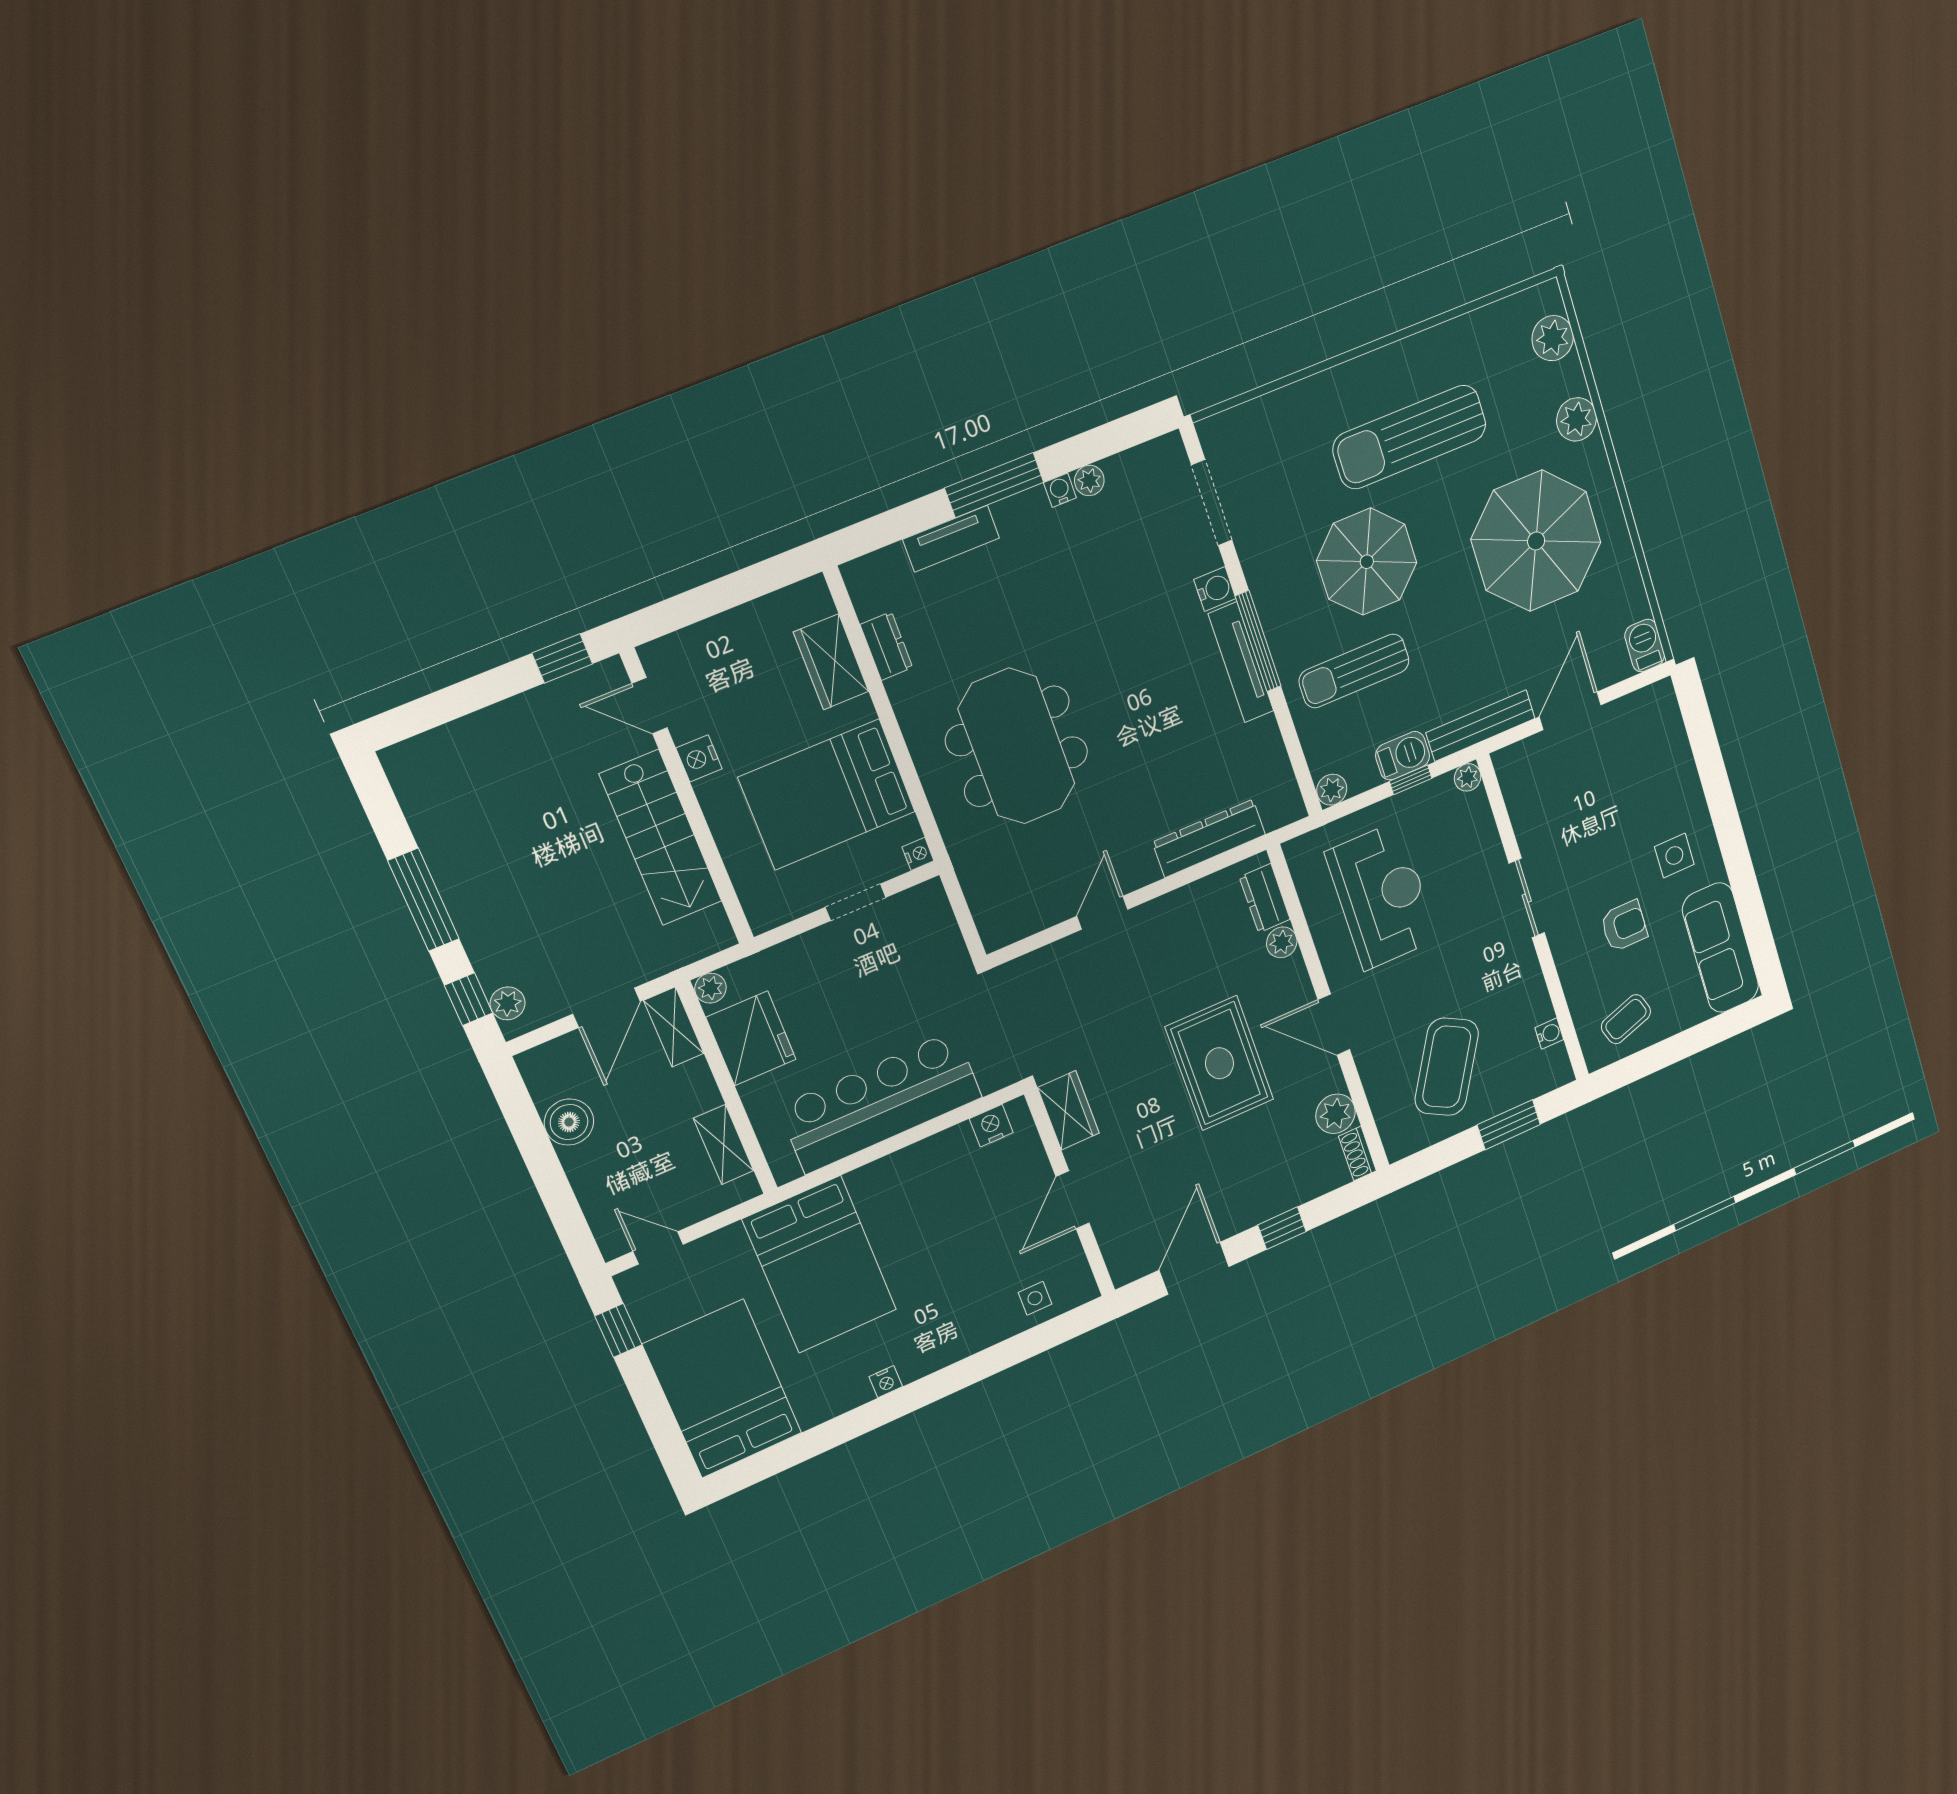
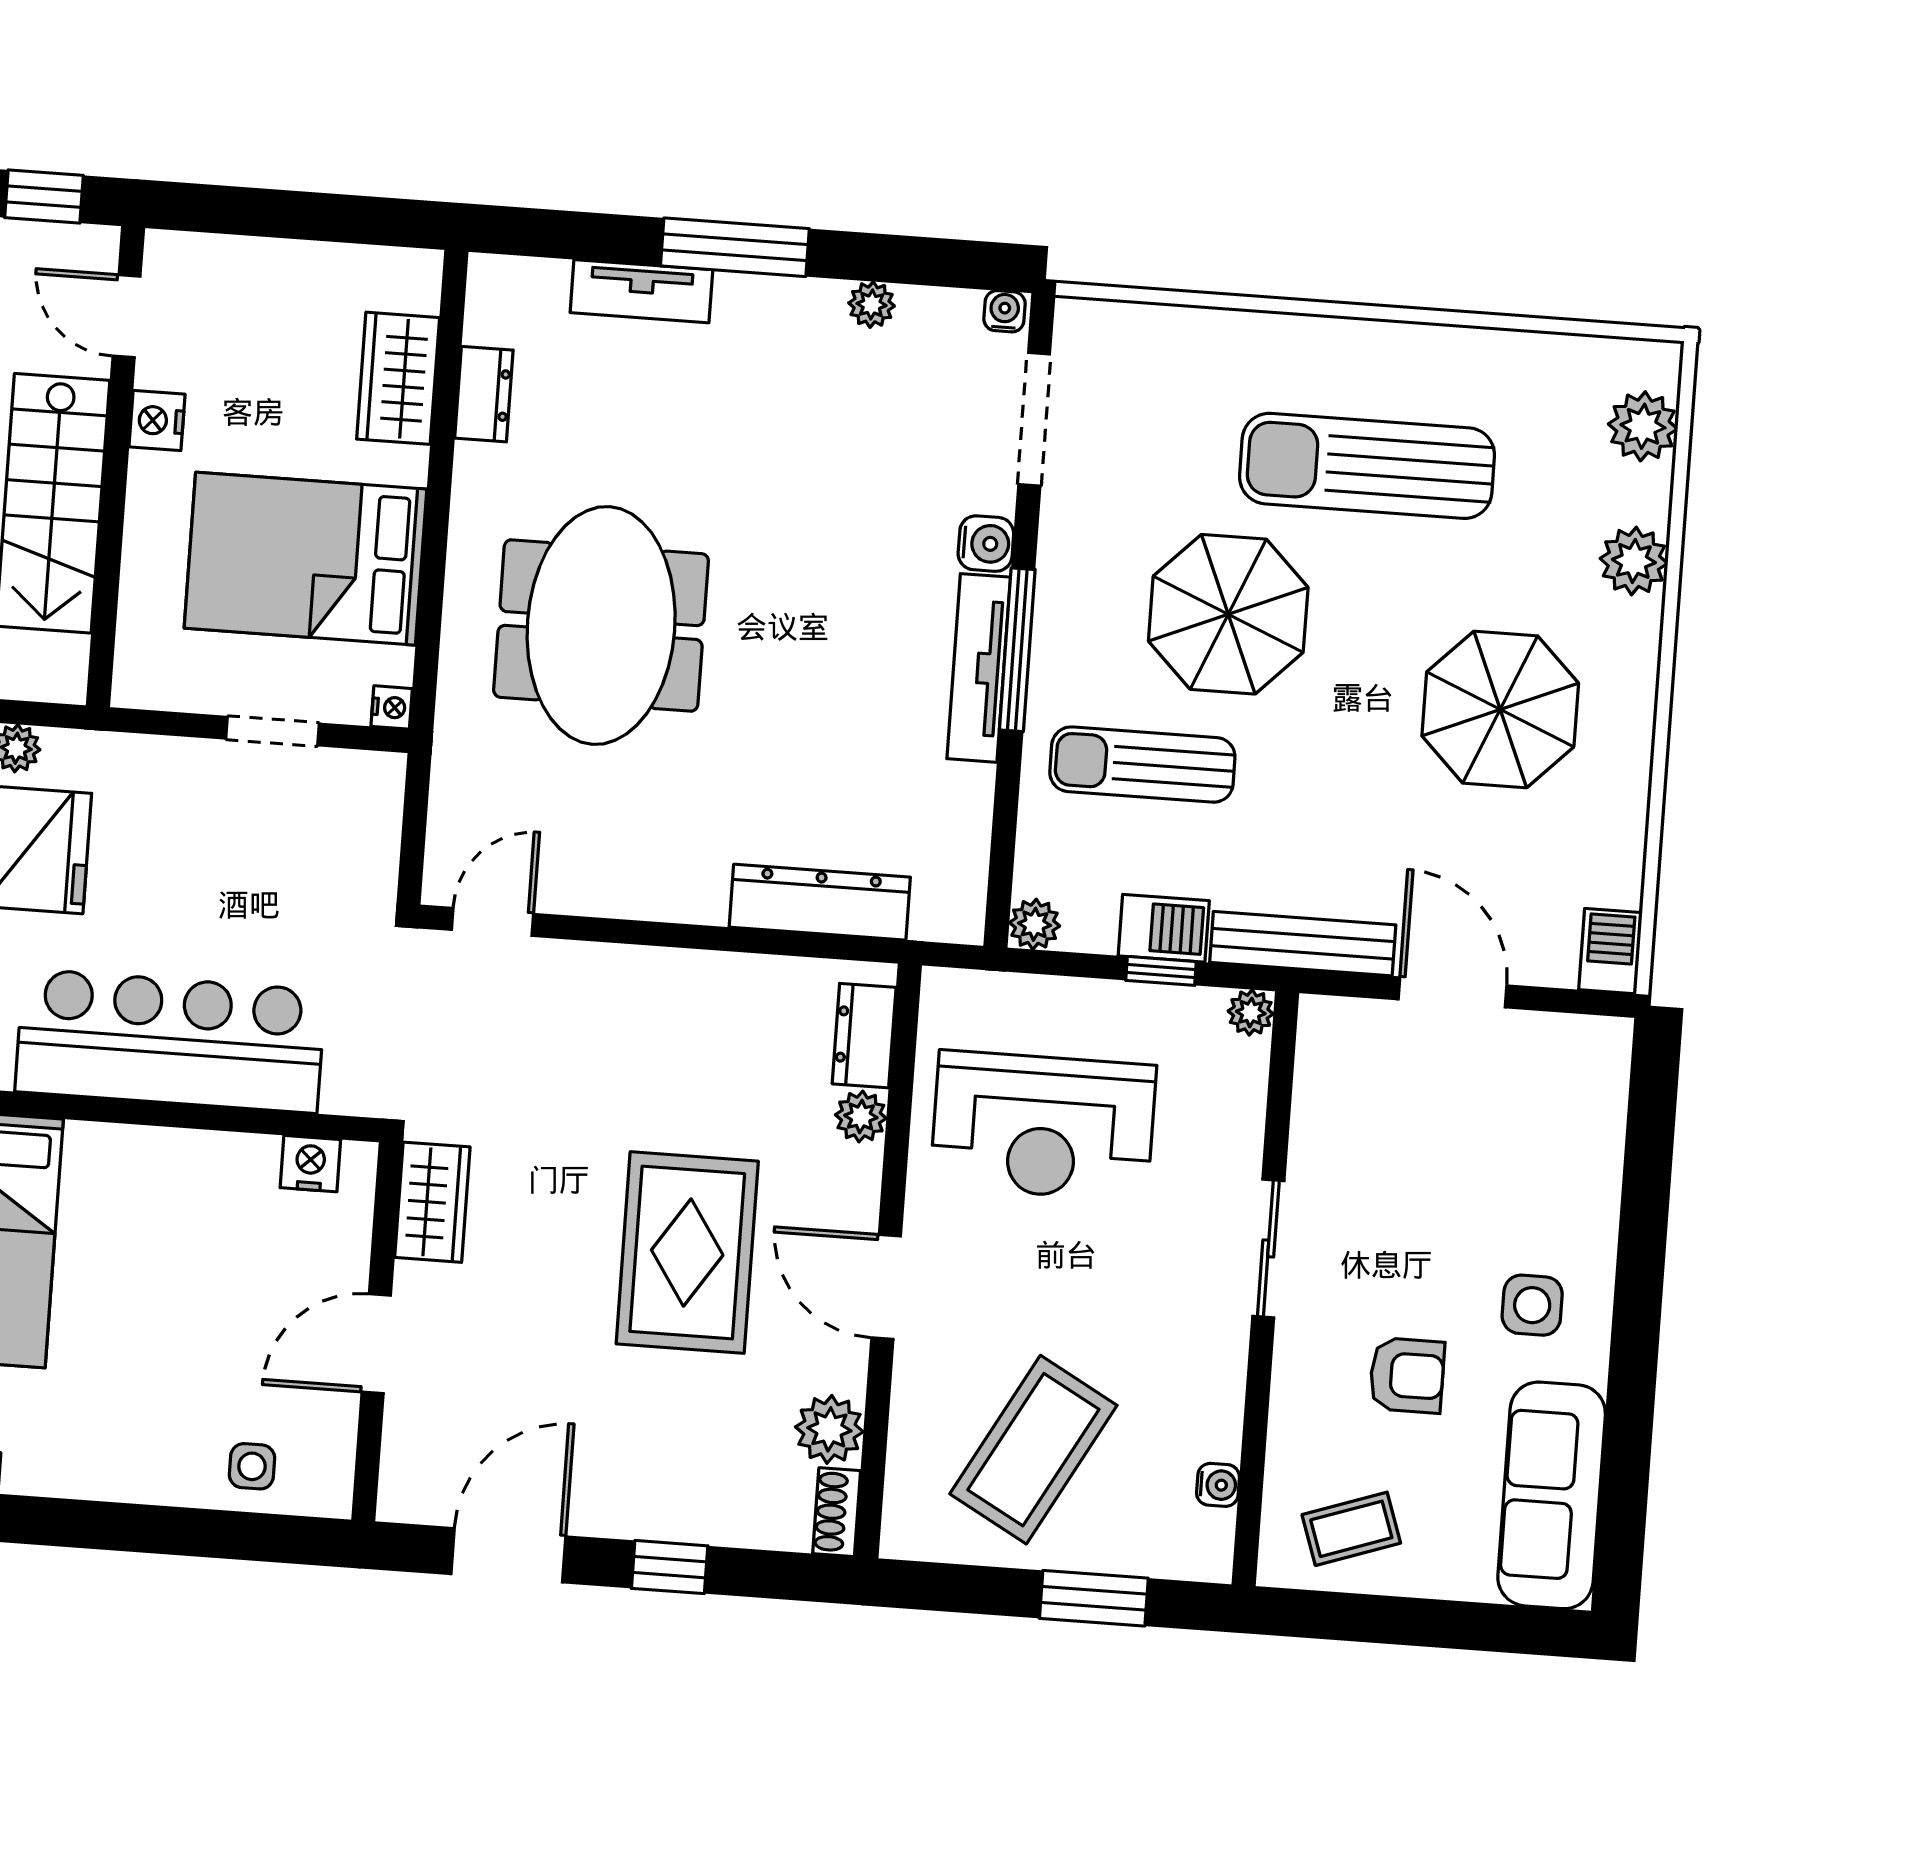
water cooler: (1060, 490) -> (1004, 311), moved
parasol: (1536, 541) -> (1500, 709), width x0.73, depth x0.73
door: (1570, 711) -> (1452, 992), hinge flipped
reception desk: (1382, 896) -> (1043, 1126), turned 90
door: (1102, 913) -> (493, 922), moved

